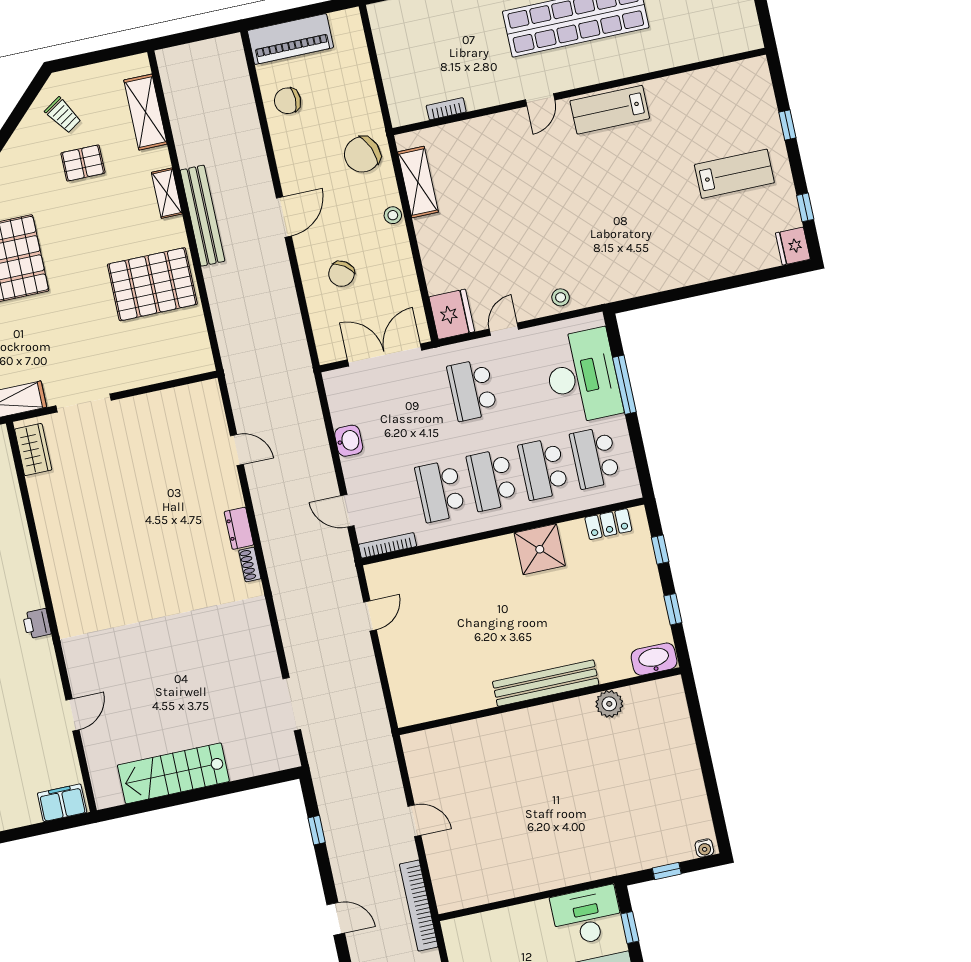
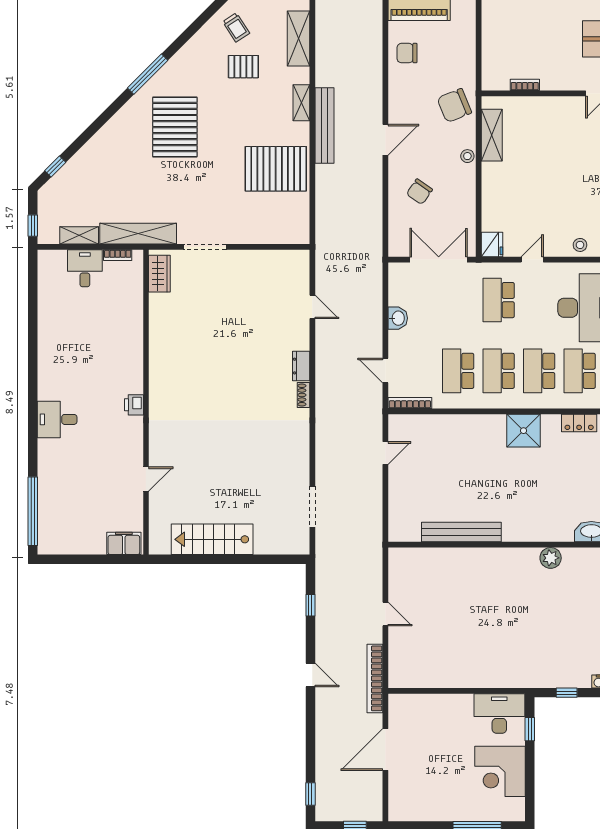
fridge: (452, 314) -> (492, 244), width x0.73, depth x0.75
bench: (546, 683) -> (461, 532), moved

